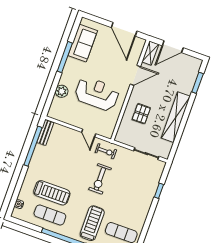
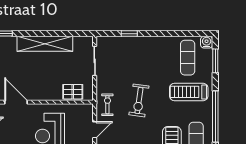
pallet: (141, 114) -> (73, 92), moved
exercise bike: (100, 179) -> (139, 100), turned 98

